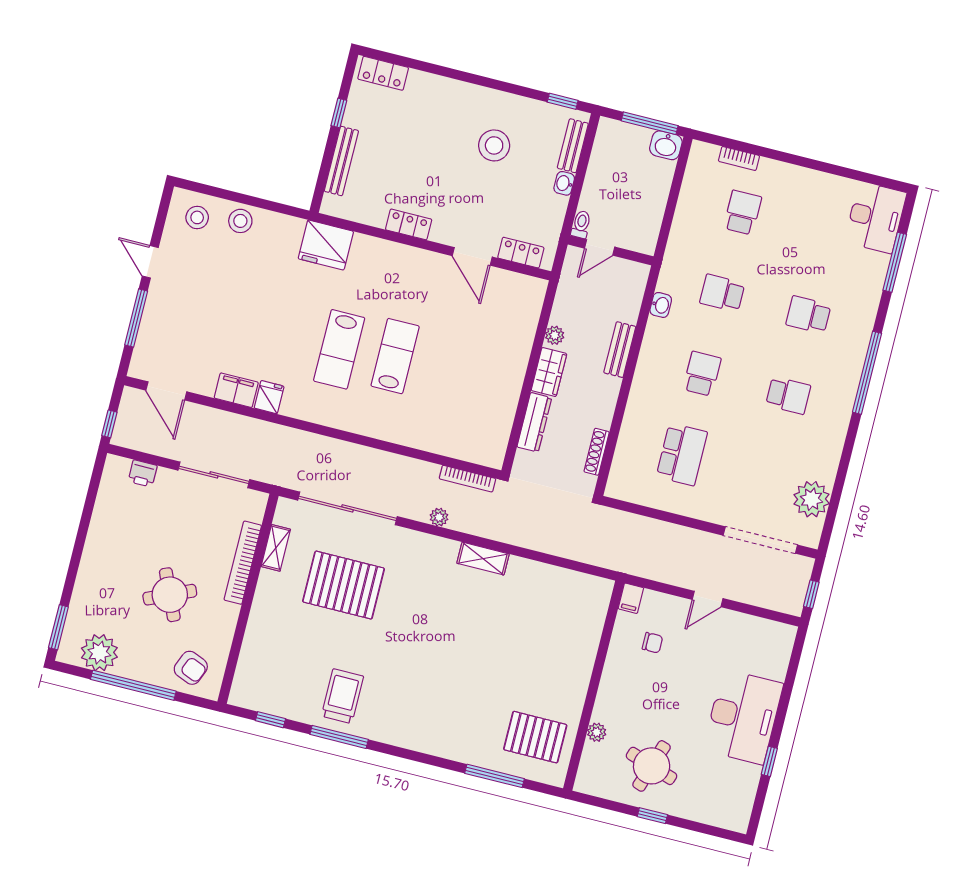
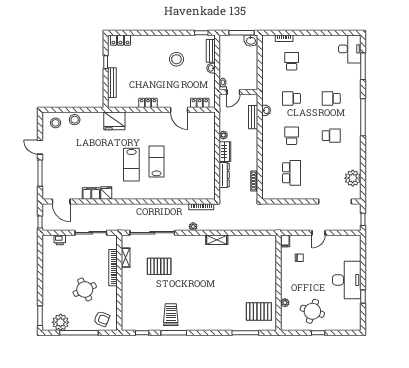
bench: (620, 350) -> (253, 117), moved
pallet: (344, 585) -> (159, 266), width x0.73, depth x0.71

